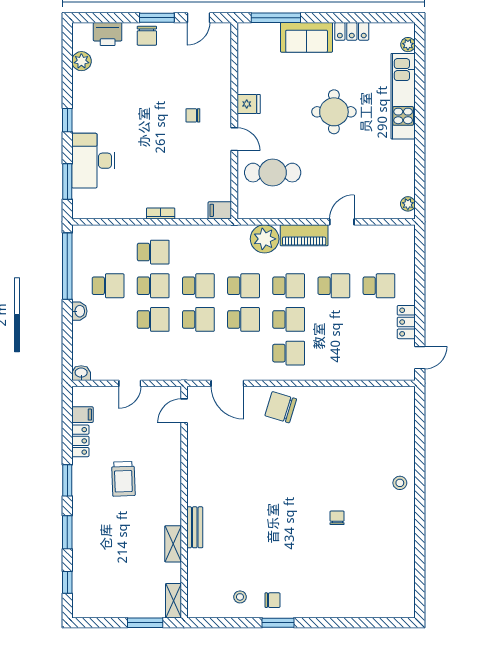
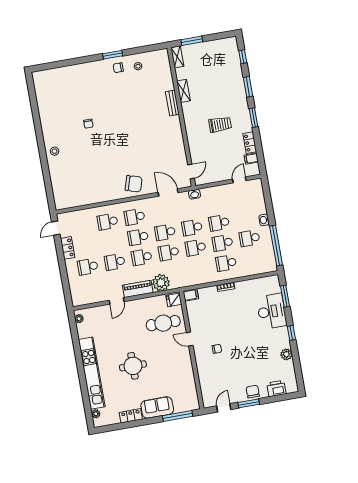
plant: (81, 61) -> (286, 354), moved
kitchen unit: (403, 96) -> (92, 373), width x1.36
fridge: (249, 104) -> (174, 300), moved
school desk: (334, 353) -> (108, 222), added
washbasin: (81, 373) -> (194, 194), moved
door: (130, 383) -> (239, 180), moved
trolley: (123, 479) -> (220, 124), turned 92

